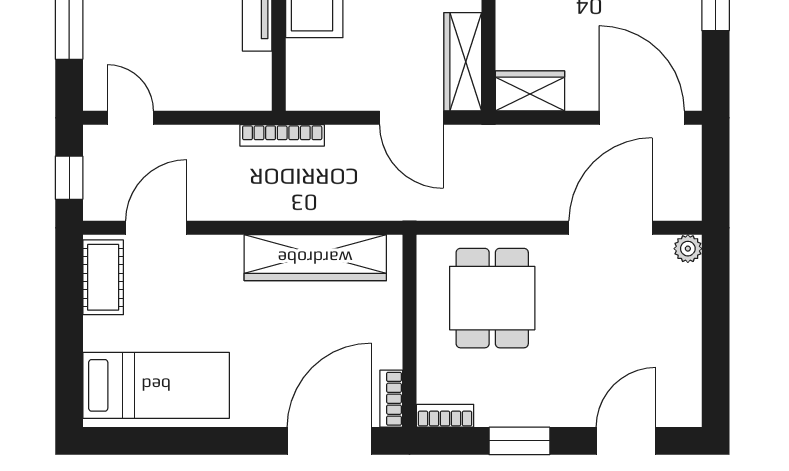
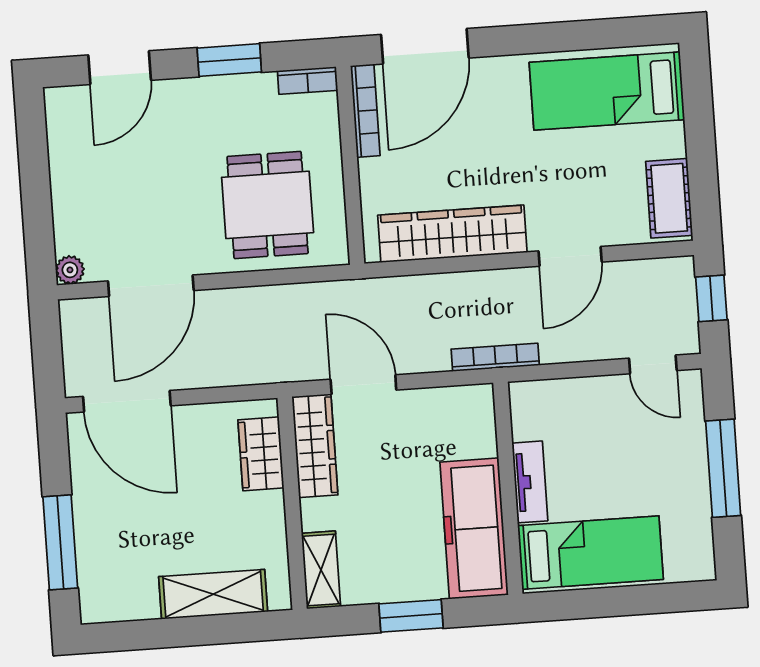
wardrobe: (530, 91) -> (261, 454), moved, turned 90
door: (156, 228) -> (570, 256), moved
bookcase: (391, 399) -> (365, 111), width x1.56

